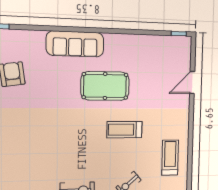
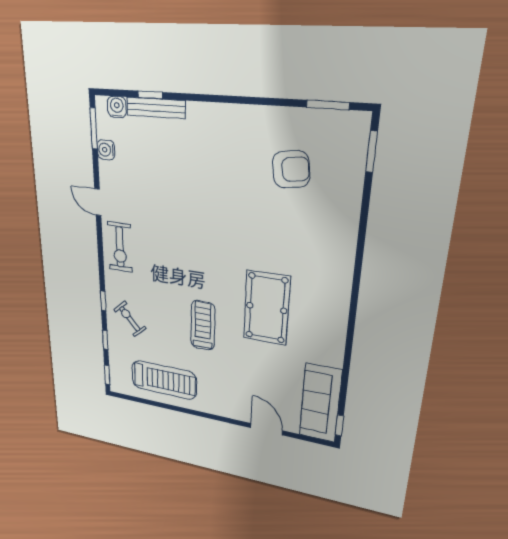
sofa: (75, 44) -> (320, 403), moved
treadmill: (170, 158) -> (164, 380), width x1.37, depth x1.38

